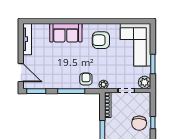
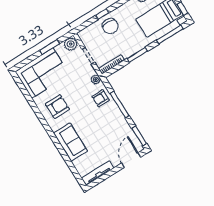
armchair: (101, 40) -> (57, 107), turned -90
chair: (139, 123) -> (110, 26), turned 86

